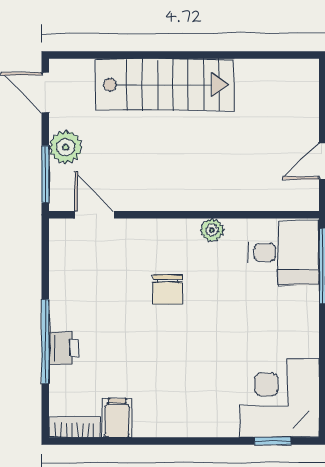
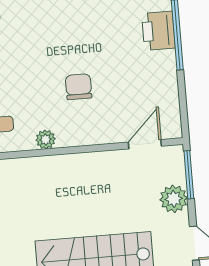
door: (95, 215) -> (145, 144), swing flipped
printer: (64, 348) -> (158, 31), width x1.36, depth x1.24

